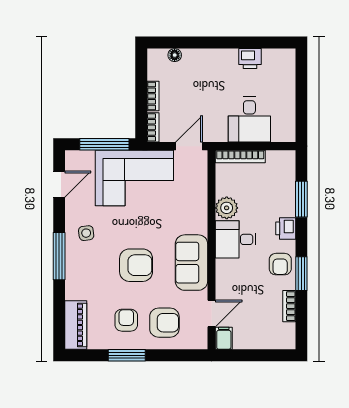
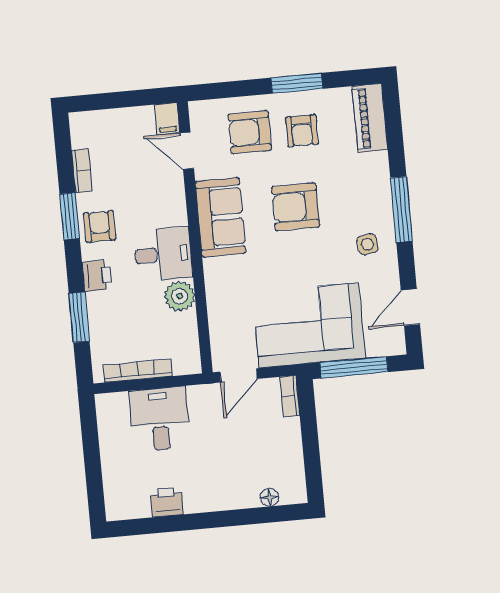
bookcase: (153, 96) -> (294, 439), removed
bookcase: (240, 156) -> (138, 371), moved
door: (212, 313) -> (187, 151), hinge flipped

